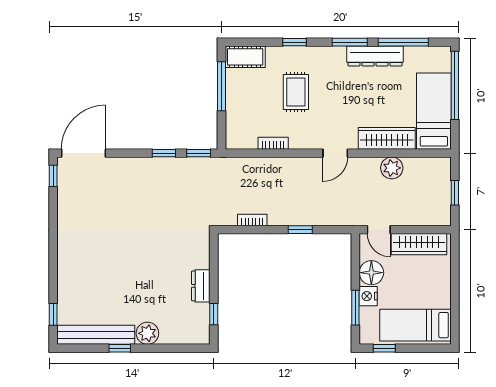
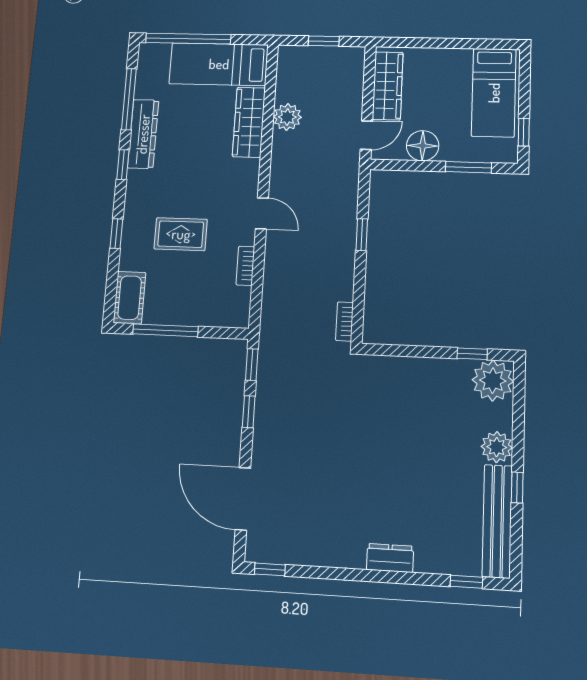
window: (350, 42) -> (123, 165), width x0.67
door: (83, 153) -> (243, 499), moved
door: (335, 153) -> (262, 213), moved
bookcase: (252, 220) -> (344, 322), moved
dresser: (201, 286) -> (390, 558), moved, turned 180
nightstand: (368, 296) -> (454, 151), removed
plant: (195, 329) -> (493, 381), added

